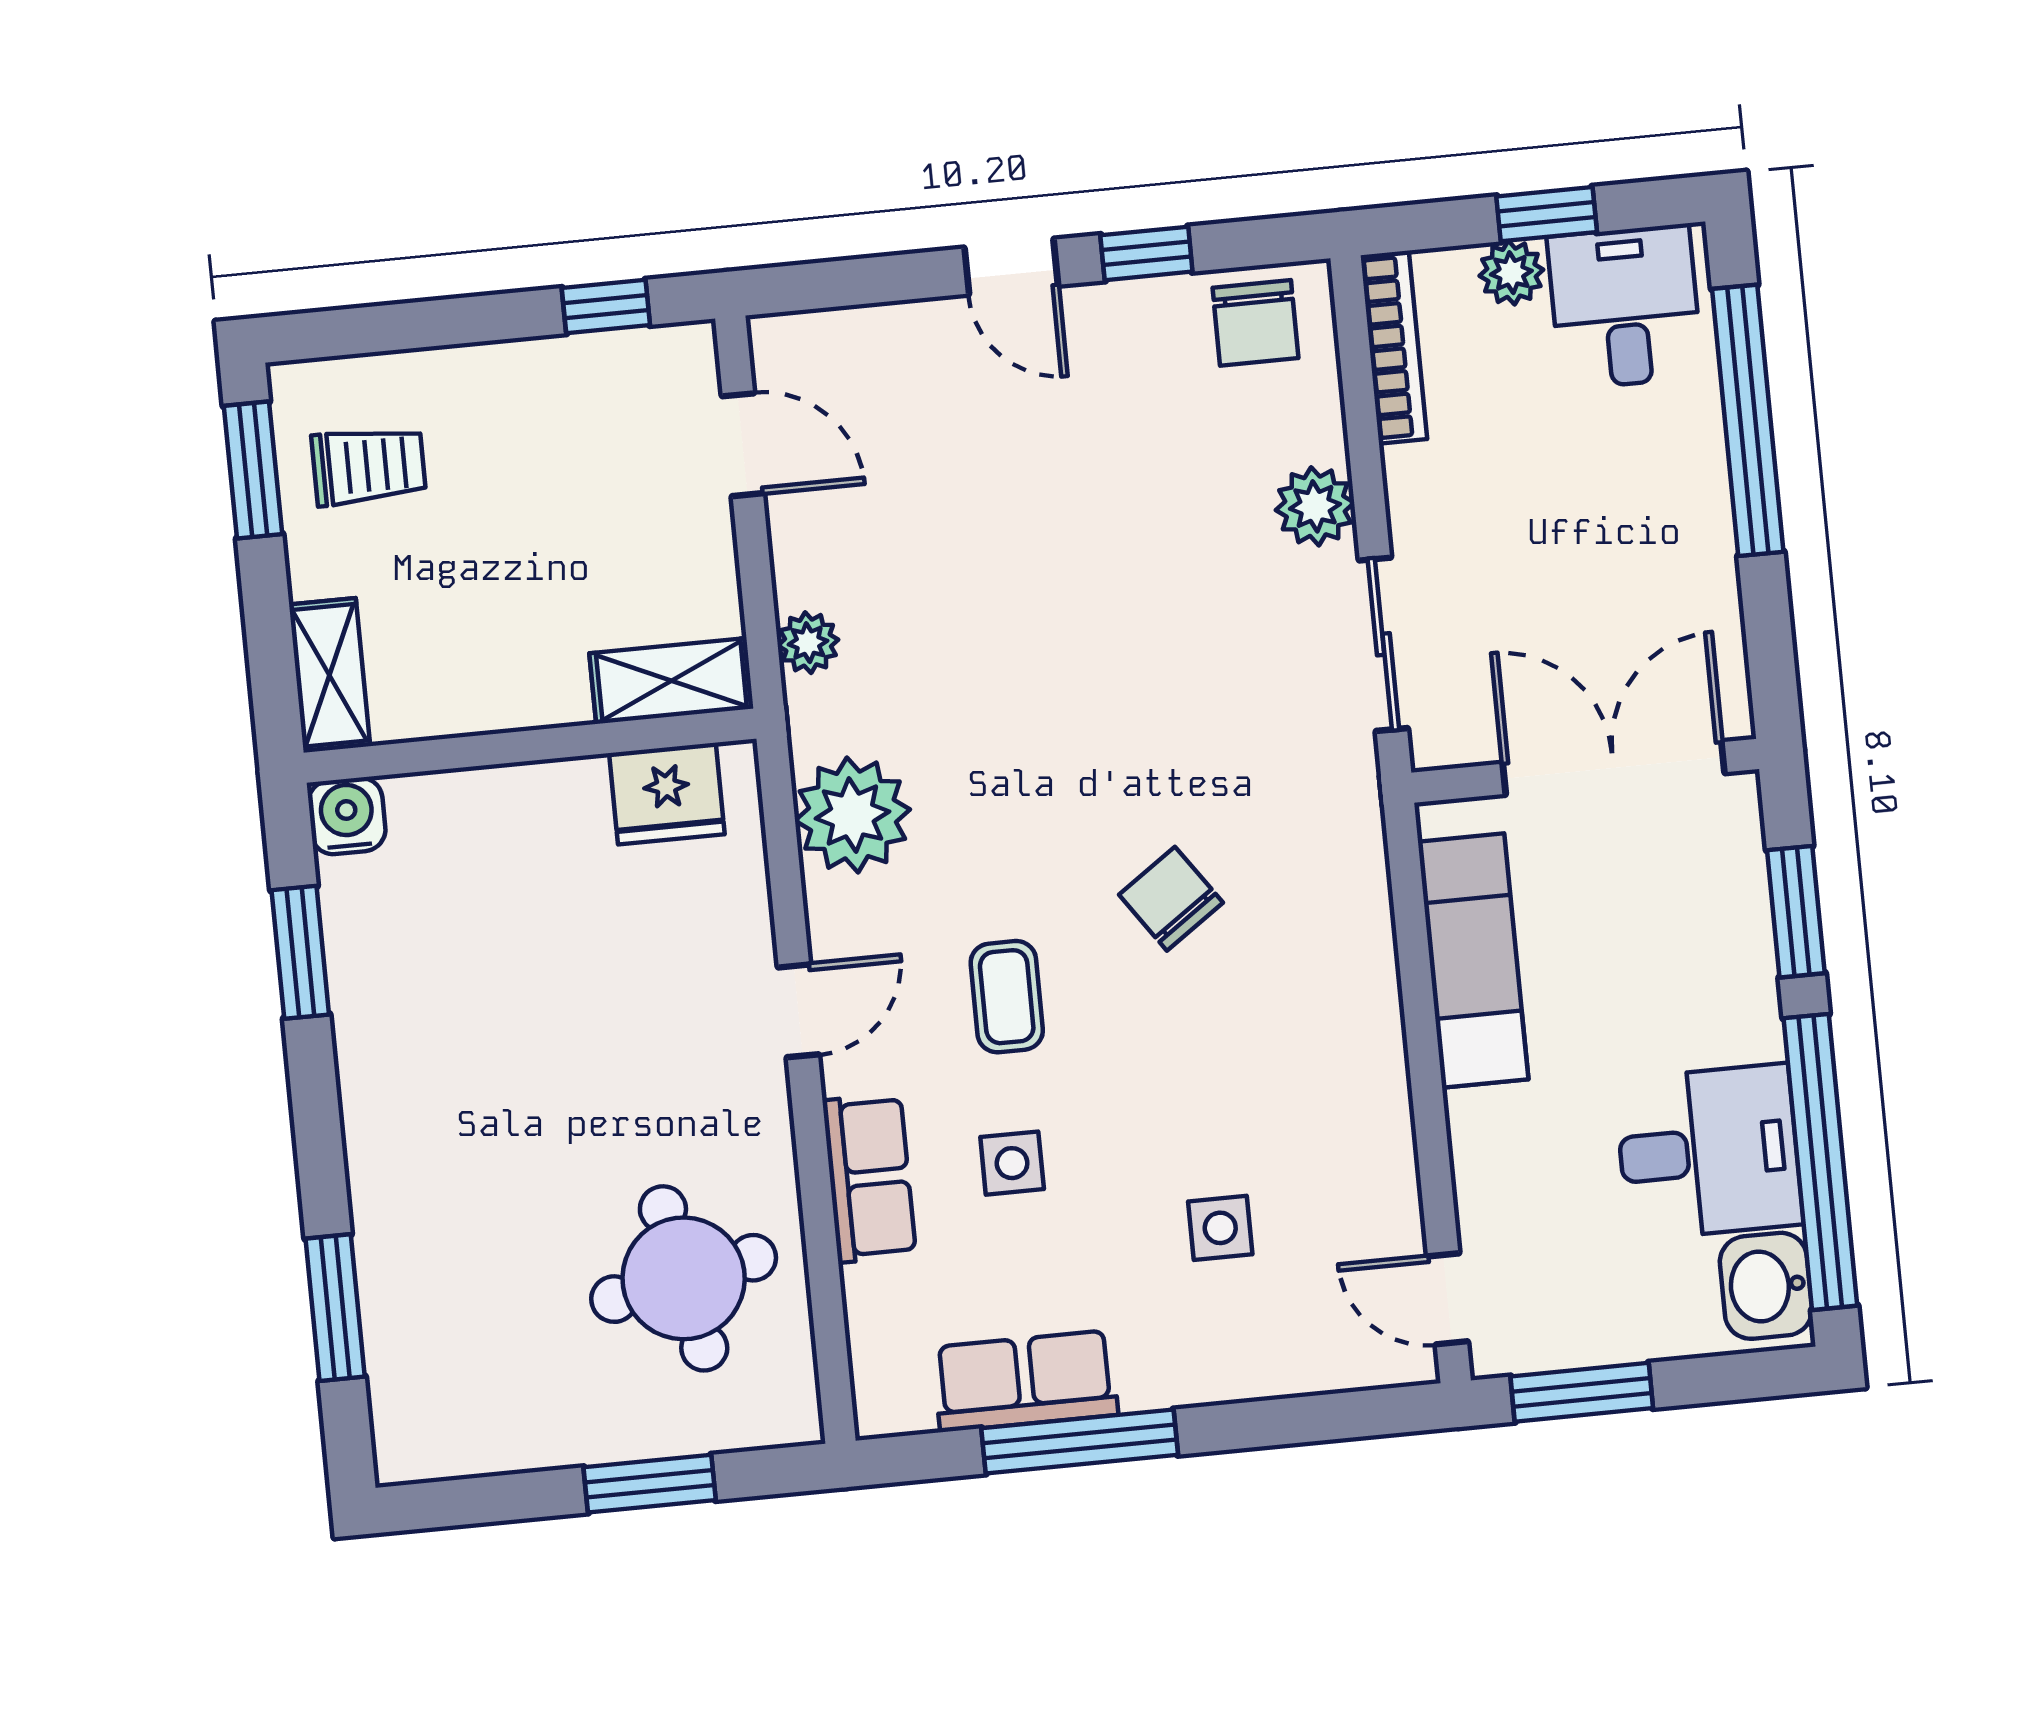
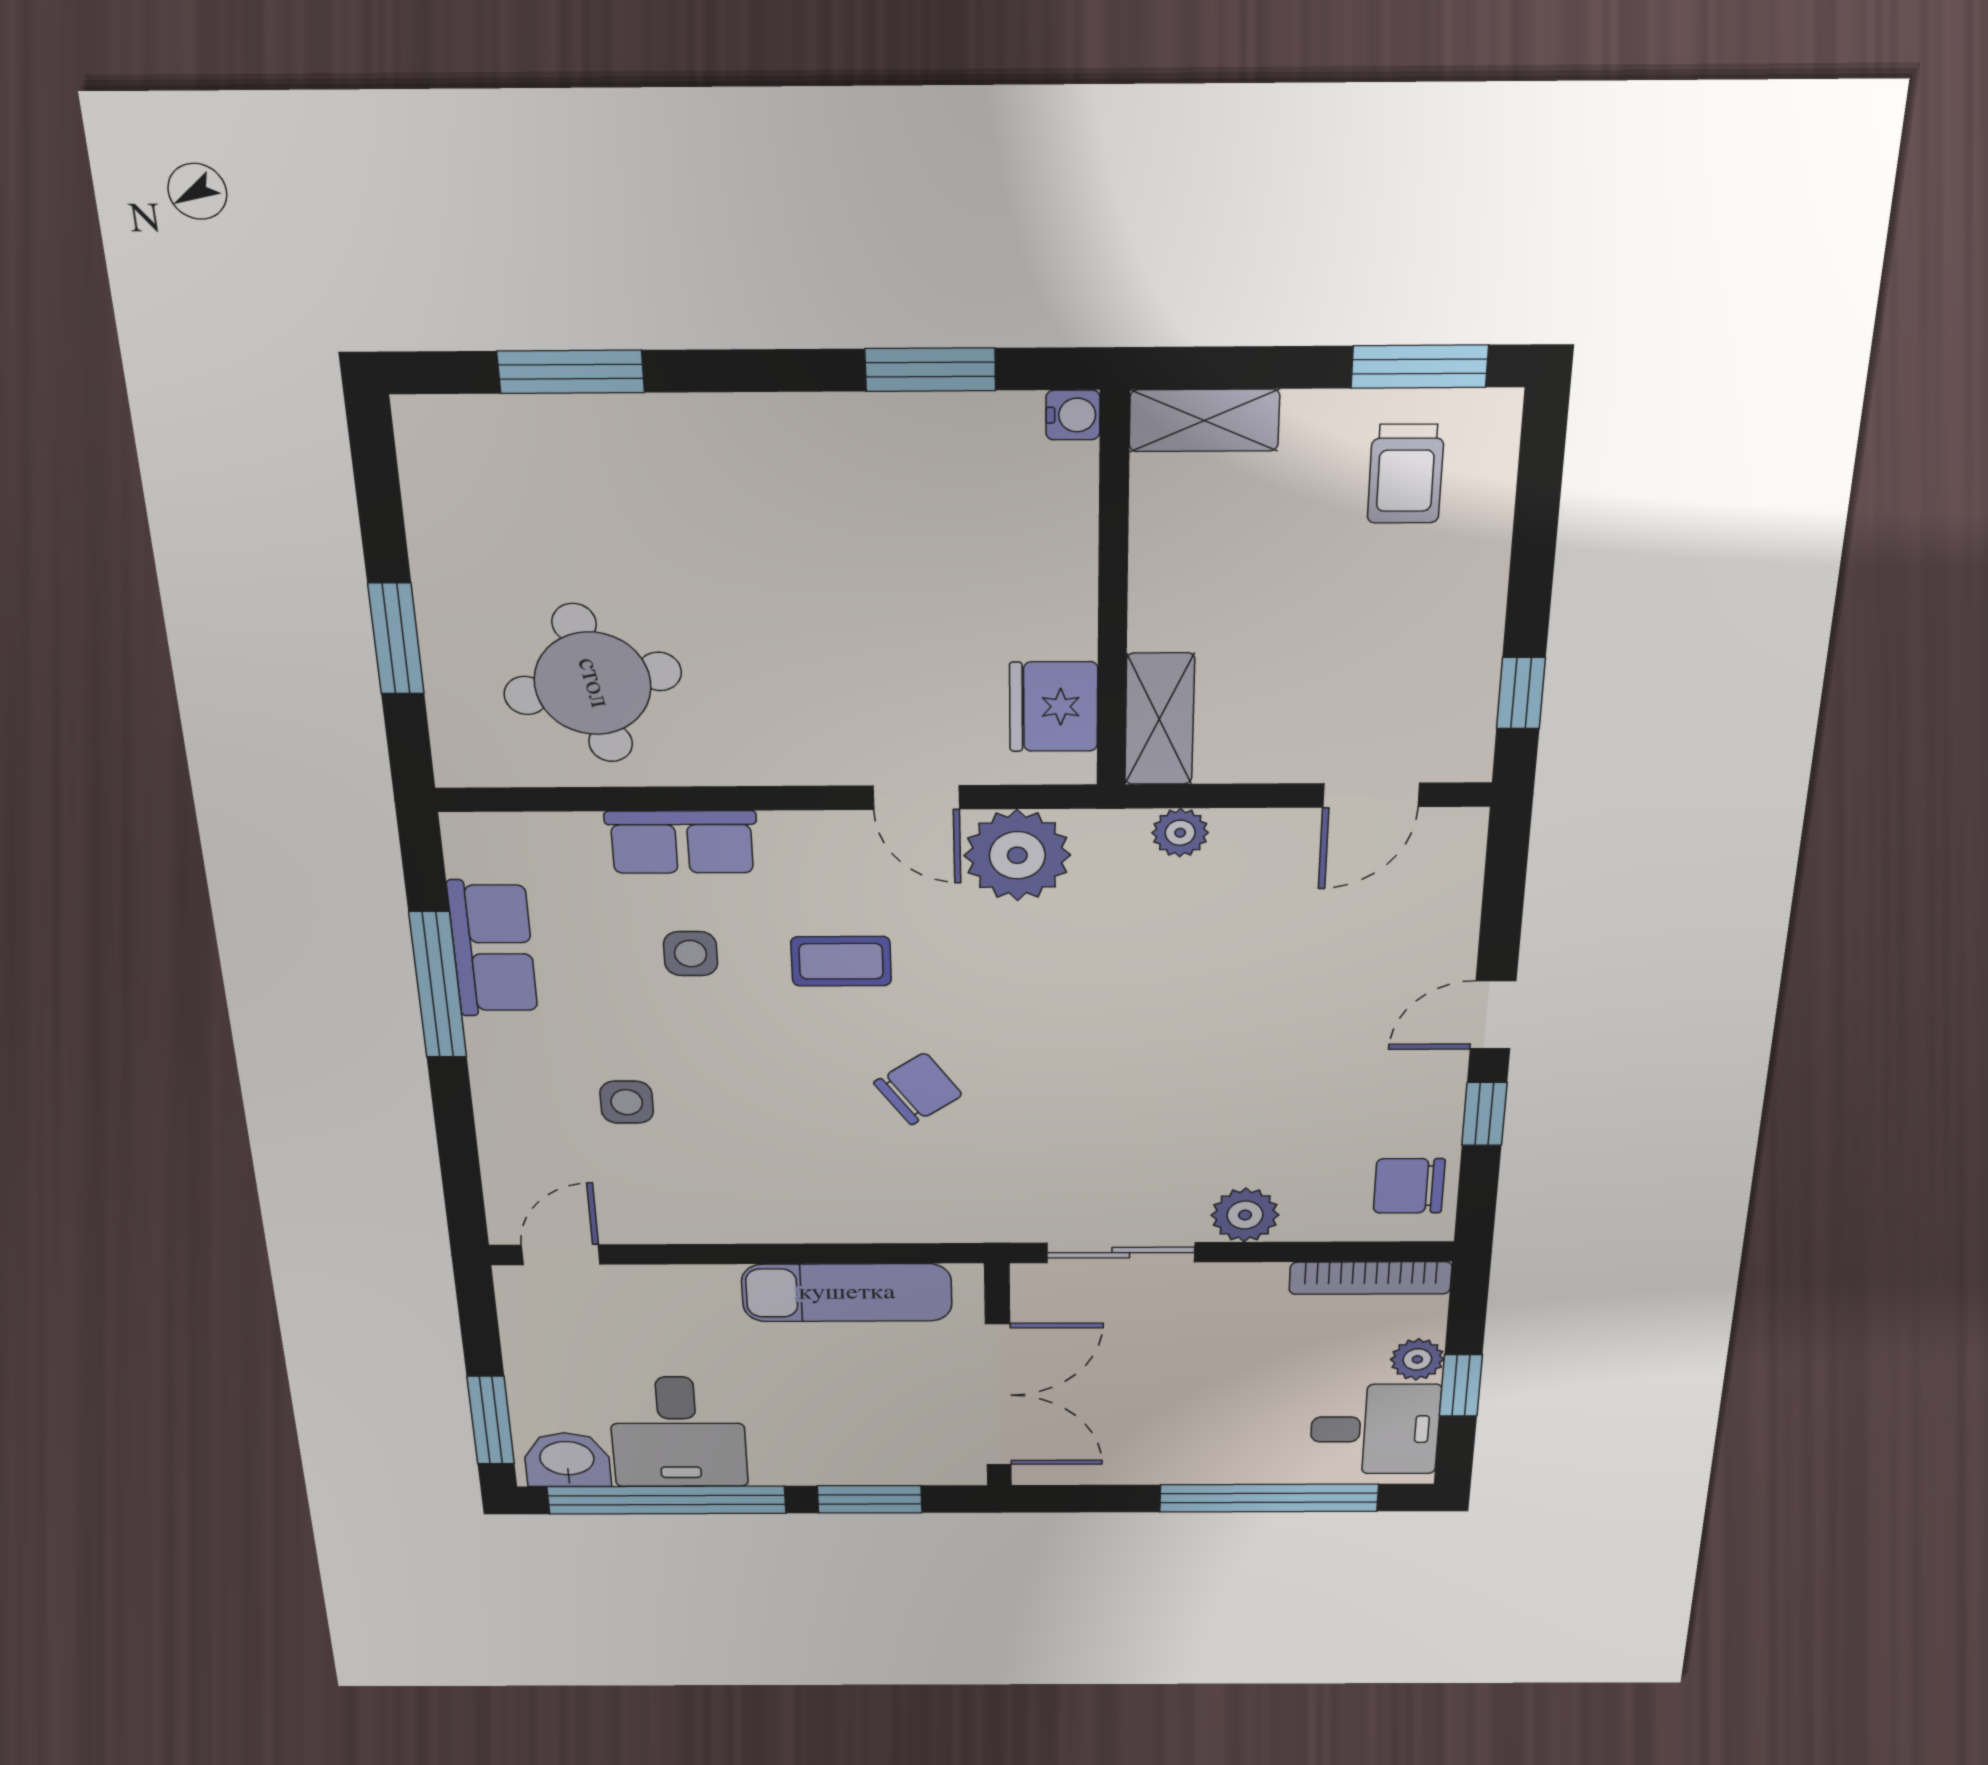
water cooler: (347, 816) -> (1073, 415), width x0.72, depth x0.72
door: (798, 1011) -> (916, 797), moved
window: (1582, 1392) -> (491, 1420), moved

